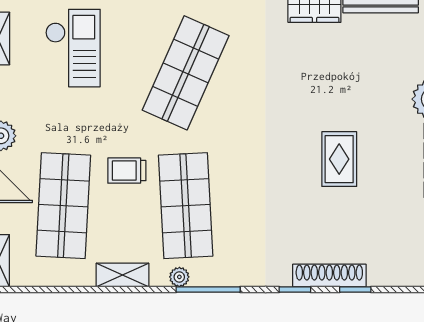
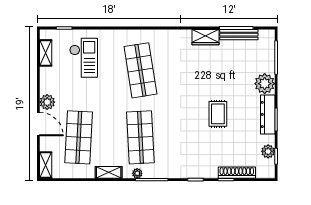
shop shelf: (186, 73) -> (140, 70), turned -33
trolley: (127, 171) -> (111, 120), removed
shoe rack: (329, 276) -> (237, 173), moved

